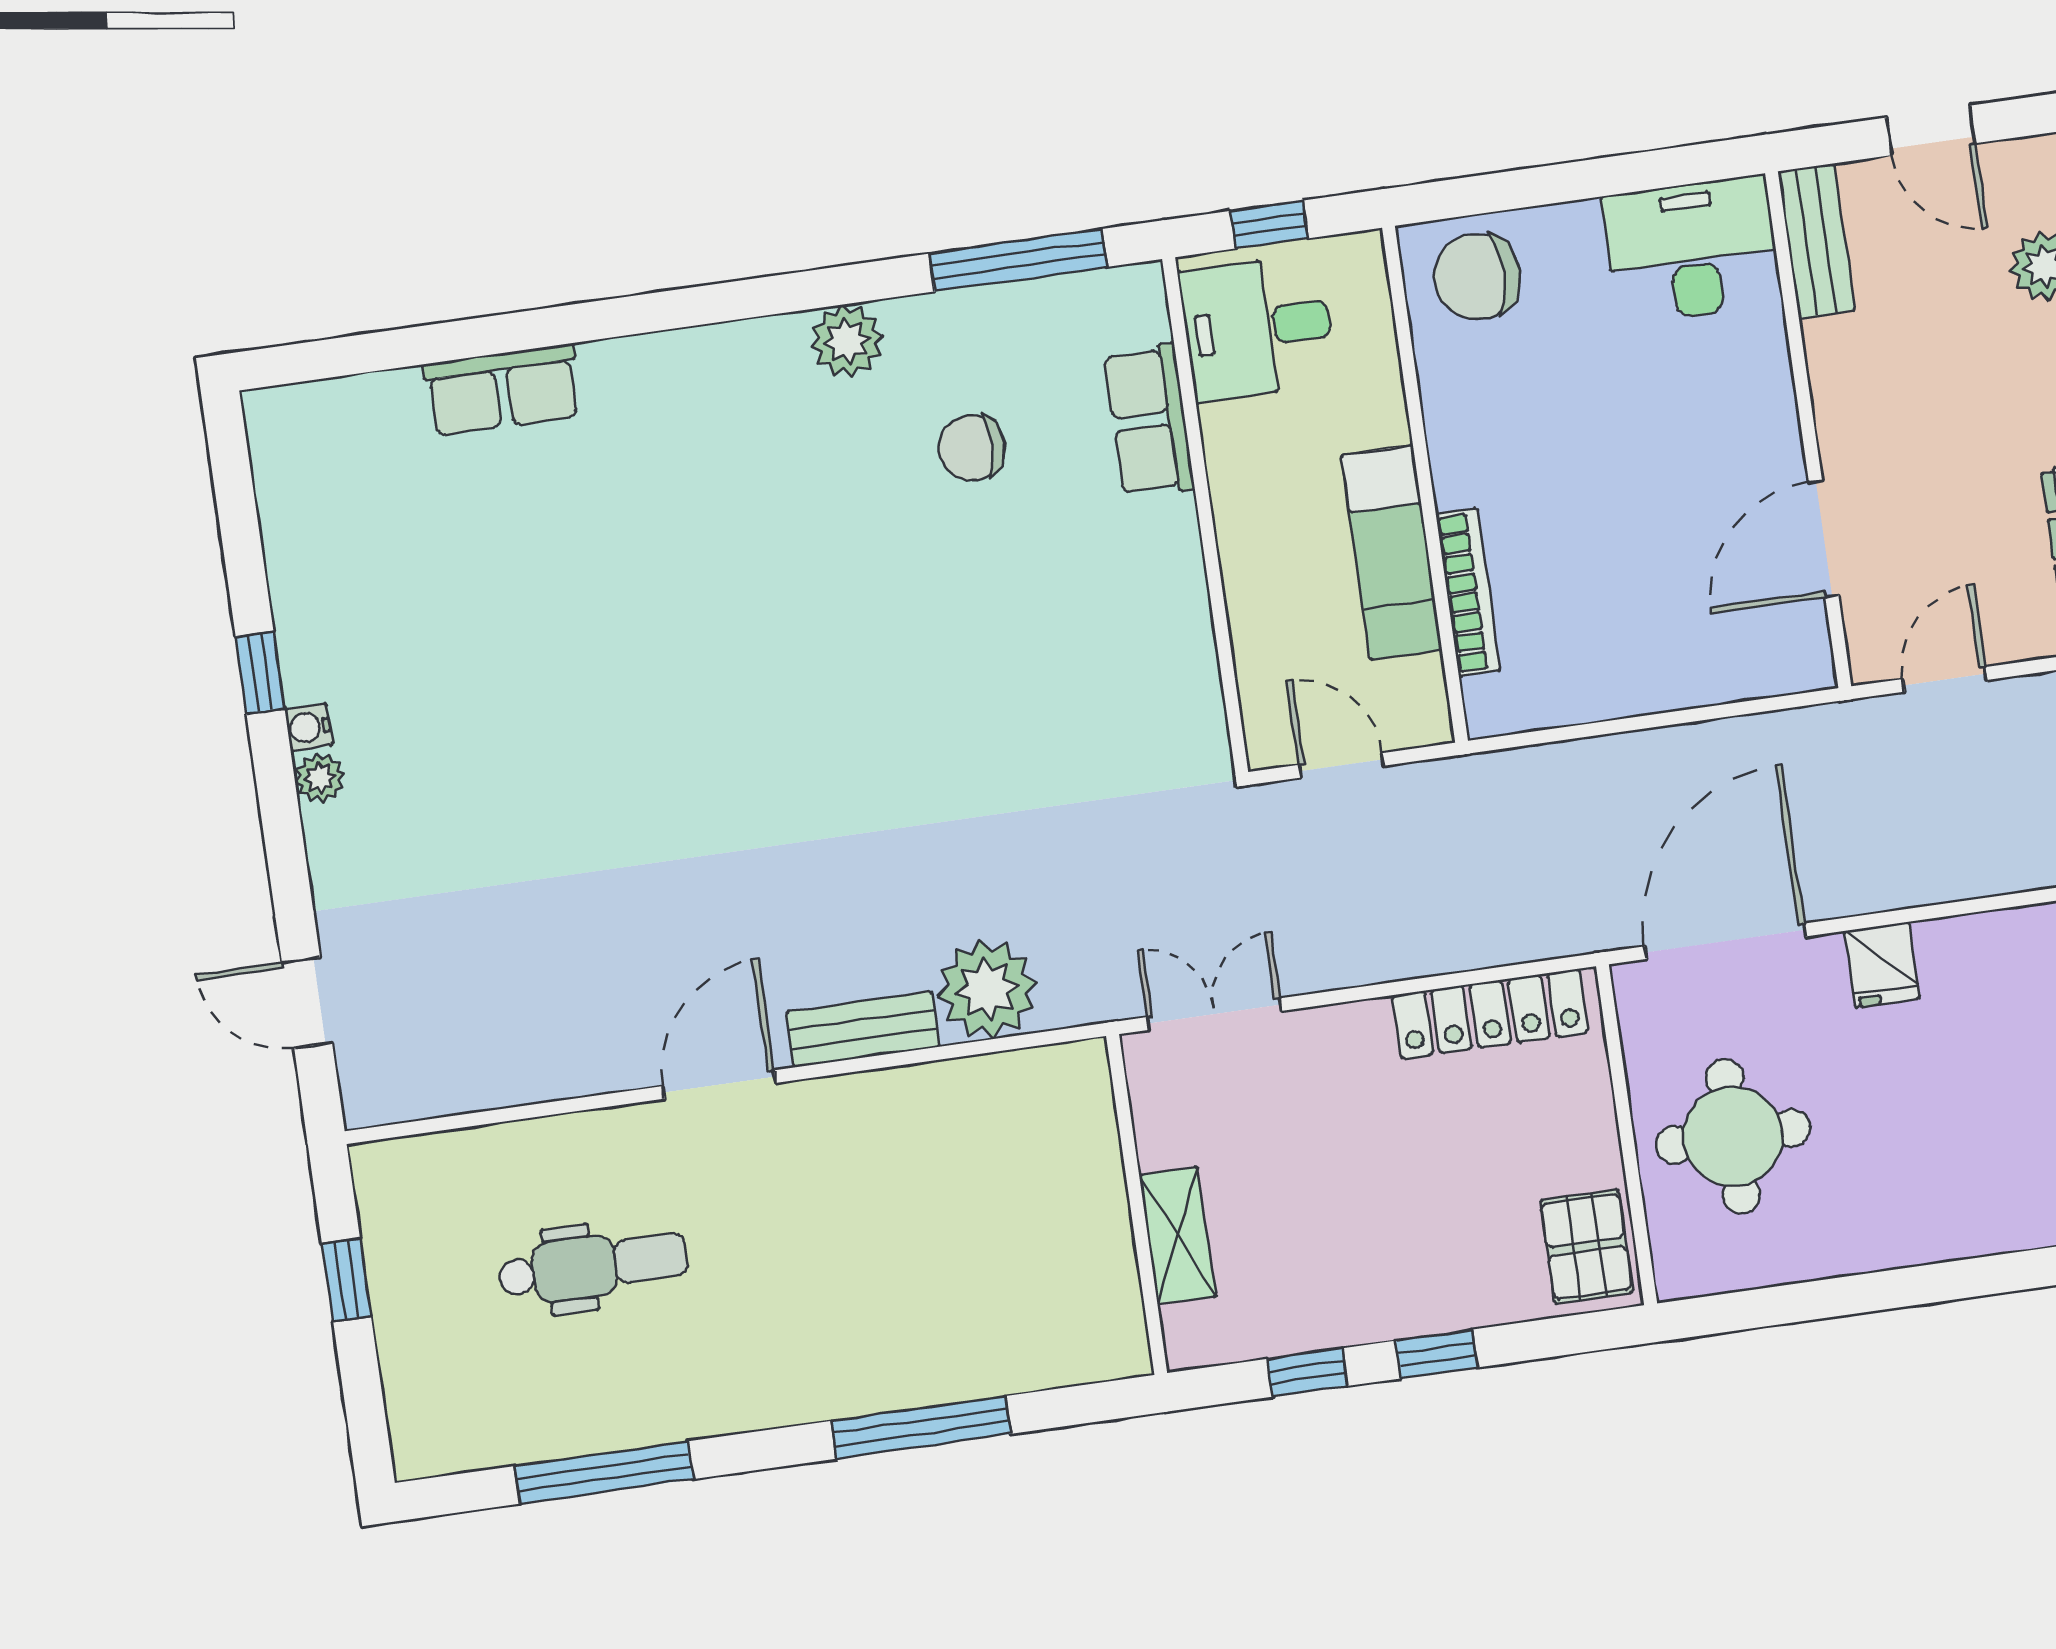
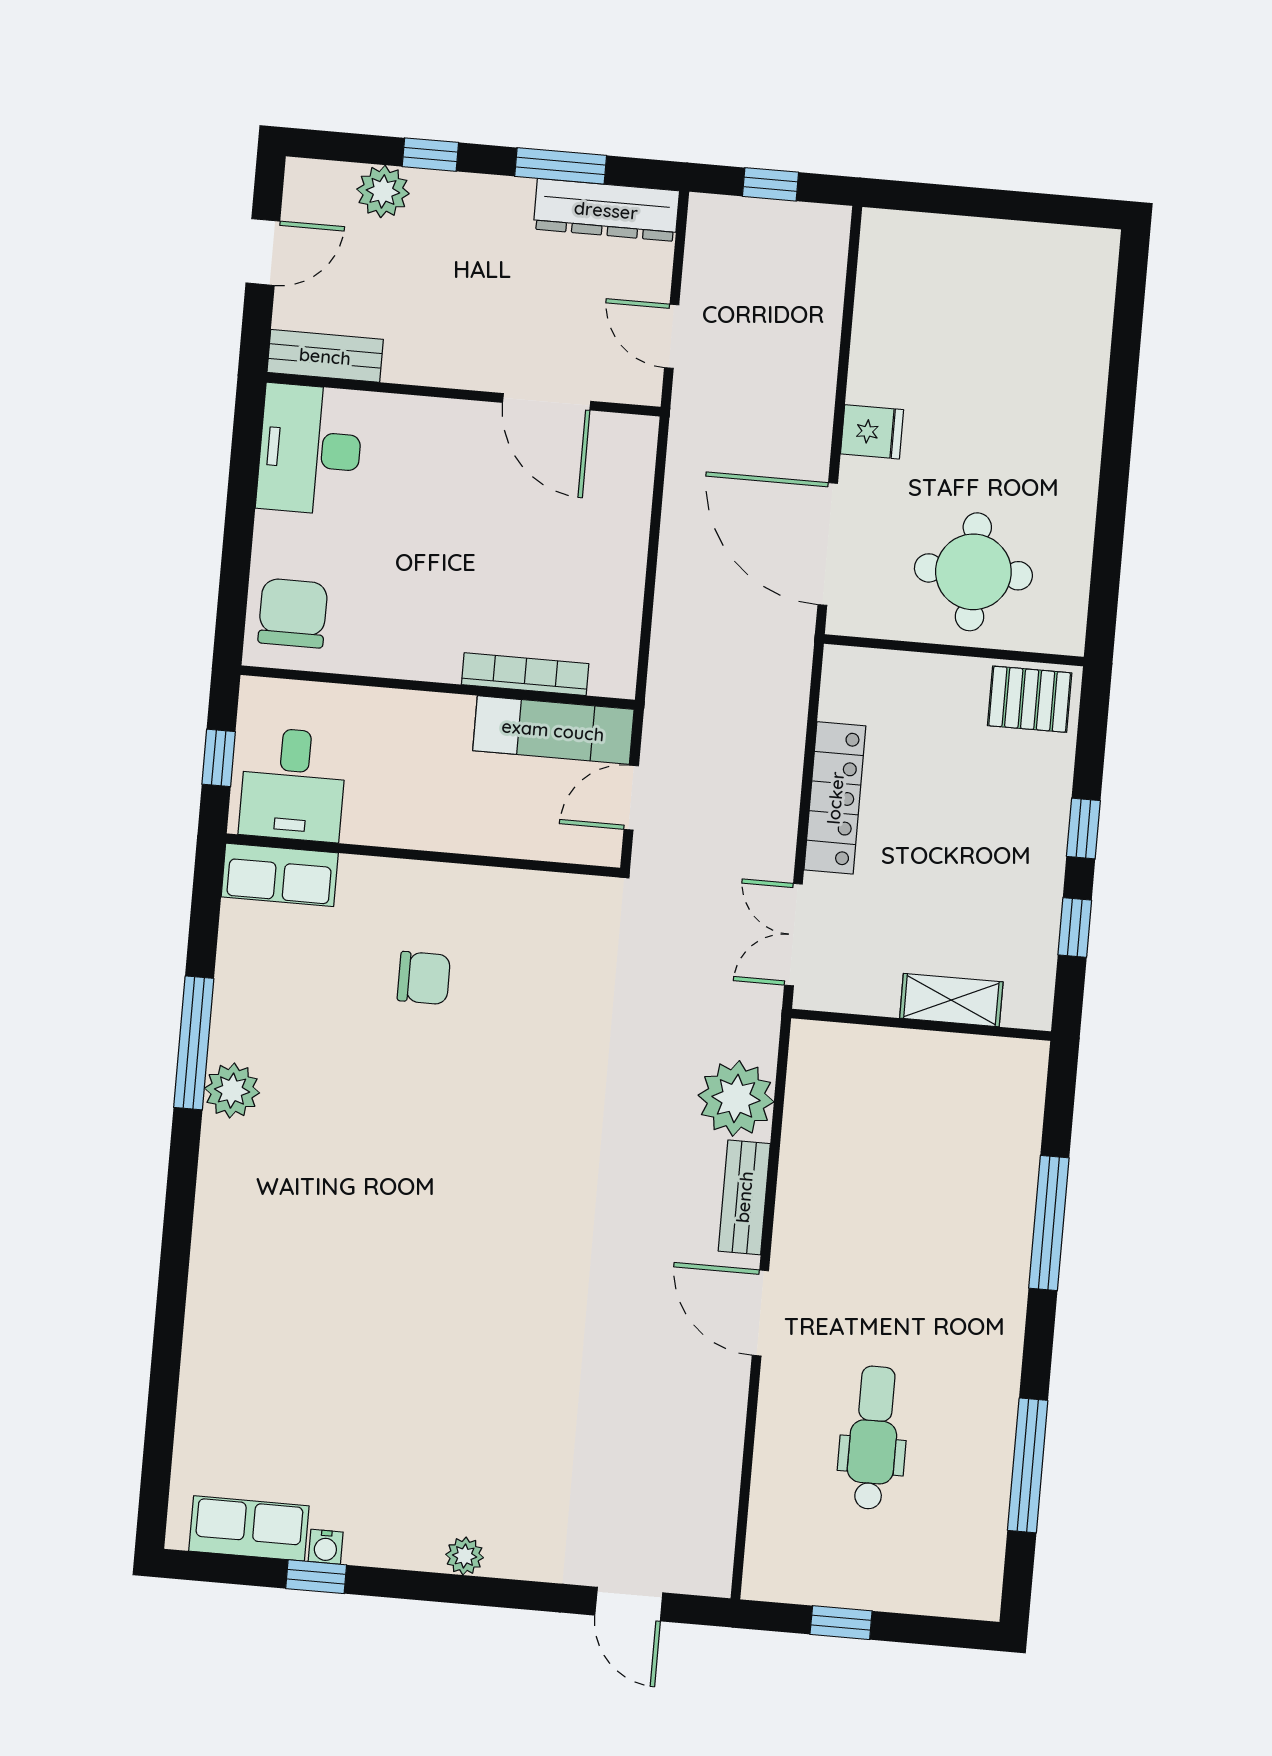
window: (1018, 260) -> (194, 1043), moved
chair: (1477, 276) -> (293, 613), turned 180
row of seats: (502, 390) -> (249, 1528), moved, turned -90
row of seats: (1149, 420) -> (280, 875), moved
chair: (972, 448) -> (424, 978), moved, turned -90
exam couch: (1392, 553) -> (553, 730), moved
window: (260, 673) -> (316, 1577), moved
water cooler: (309, 727) -> (326, 1547), moved
door: (307, 1003) -> (629, 1604), hinge flipped
locker: (1490, 1014) -> (835, 798), moved

